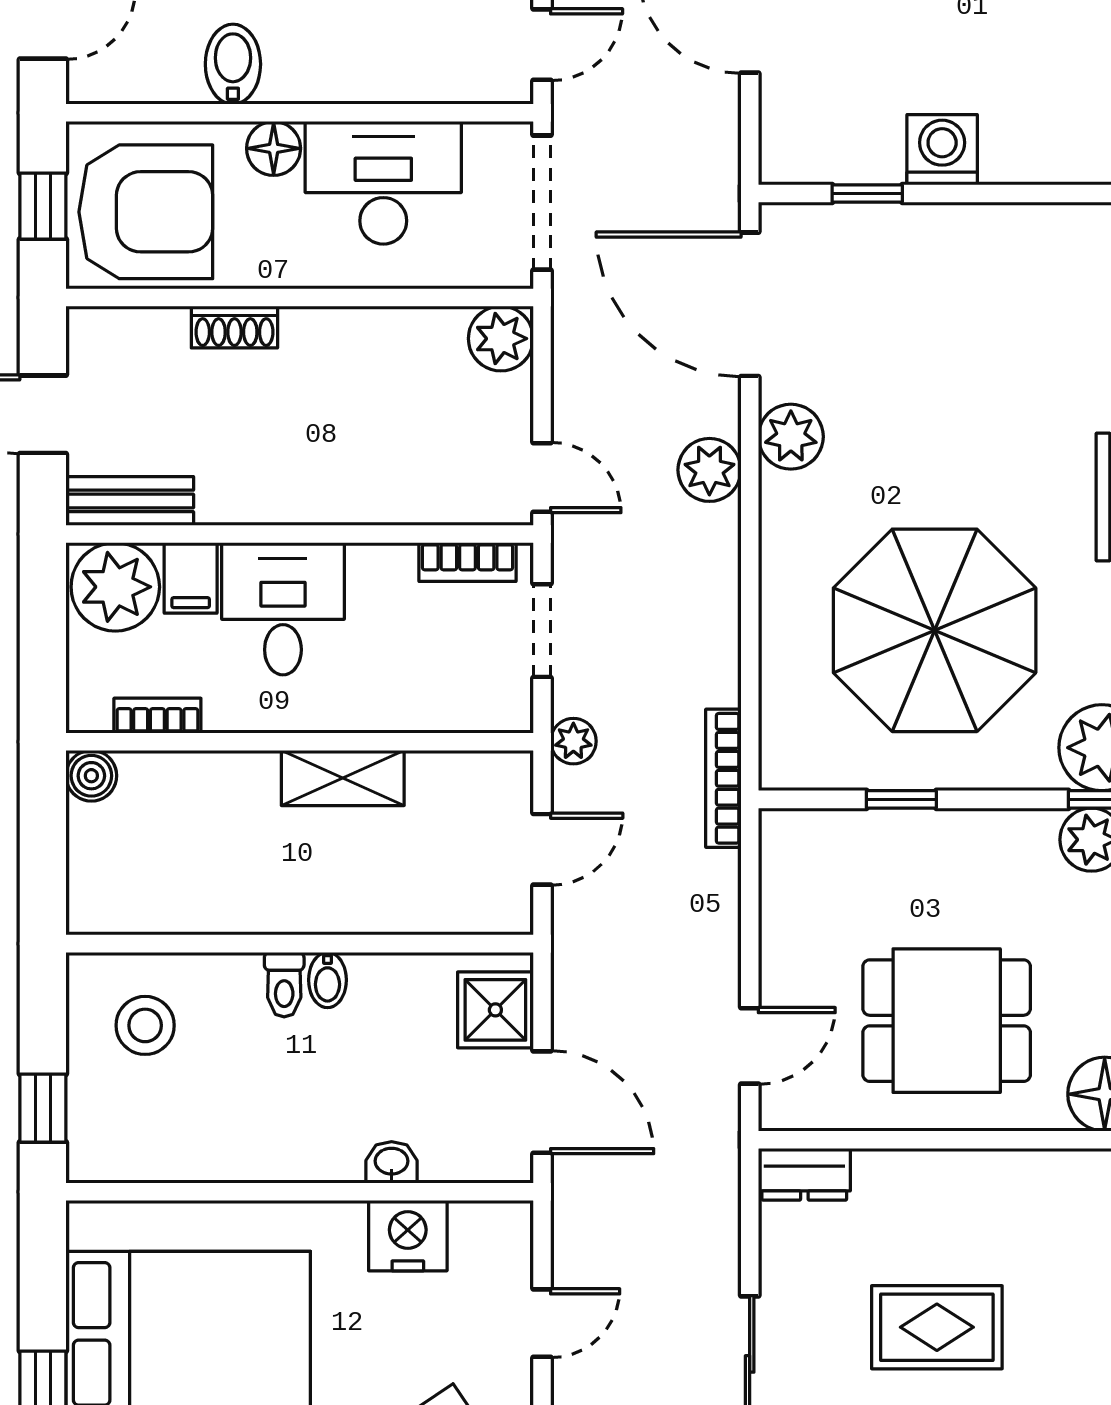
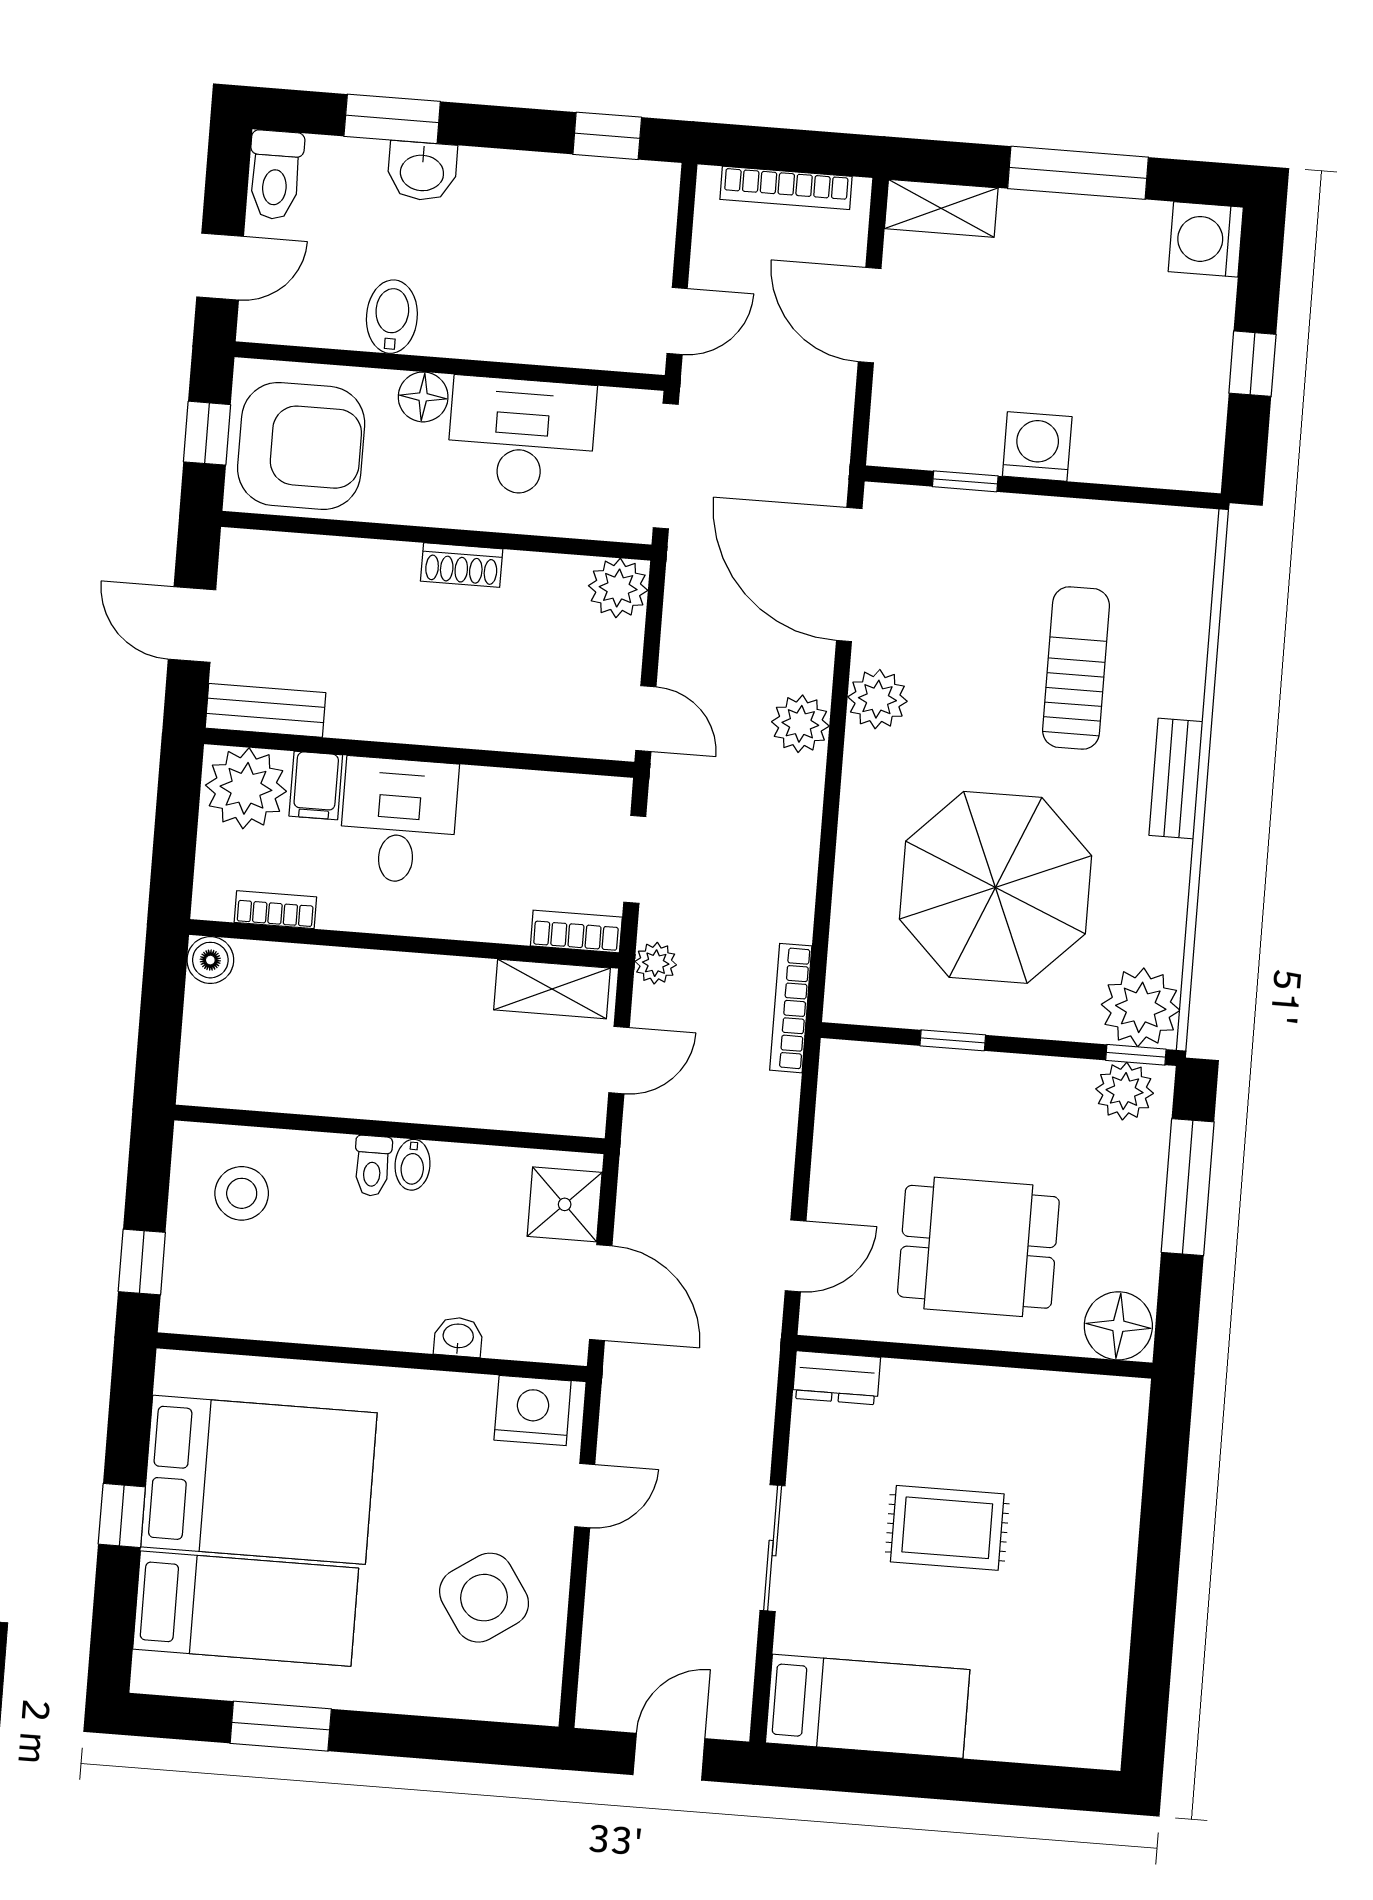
shoe rack: (234, 327) -> (462, 565), moved
sun lounger: (1003, 386) -> (1076, 668), added
bookcase: (468, 562) -> (576, 931), moved, turned 180
shelving: (343, 778) -> (552, 989), moved
nightstand: (408, 1236) -> (533, 1410), moved

